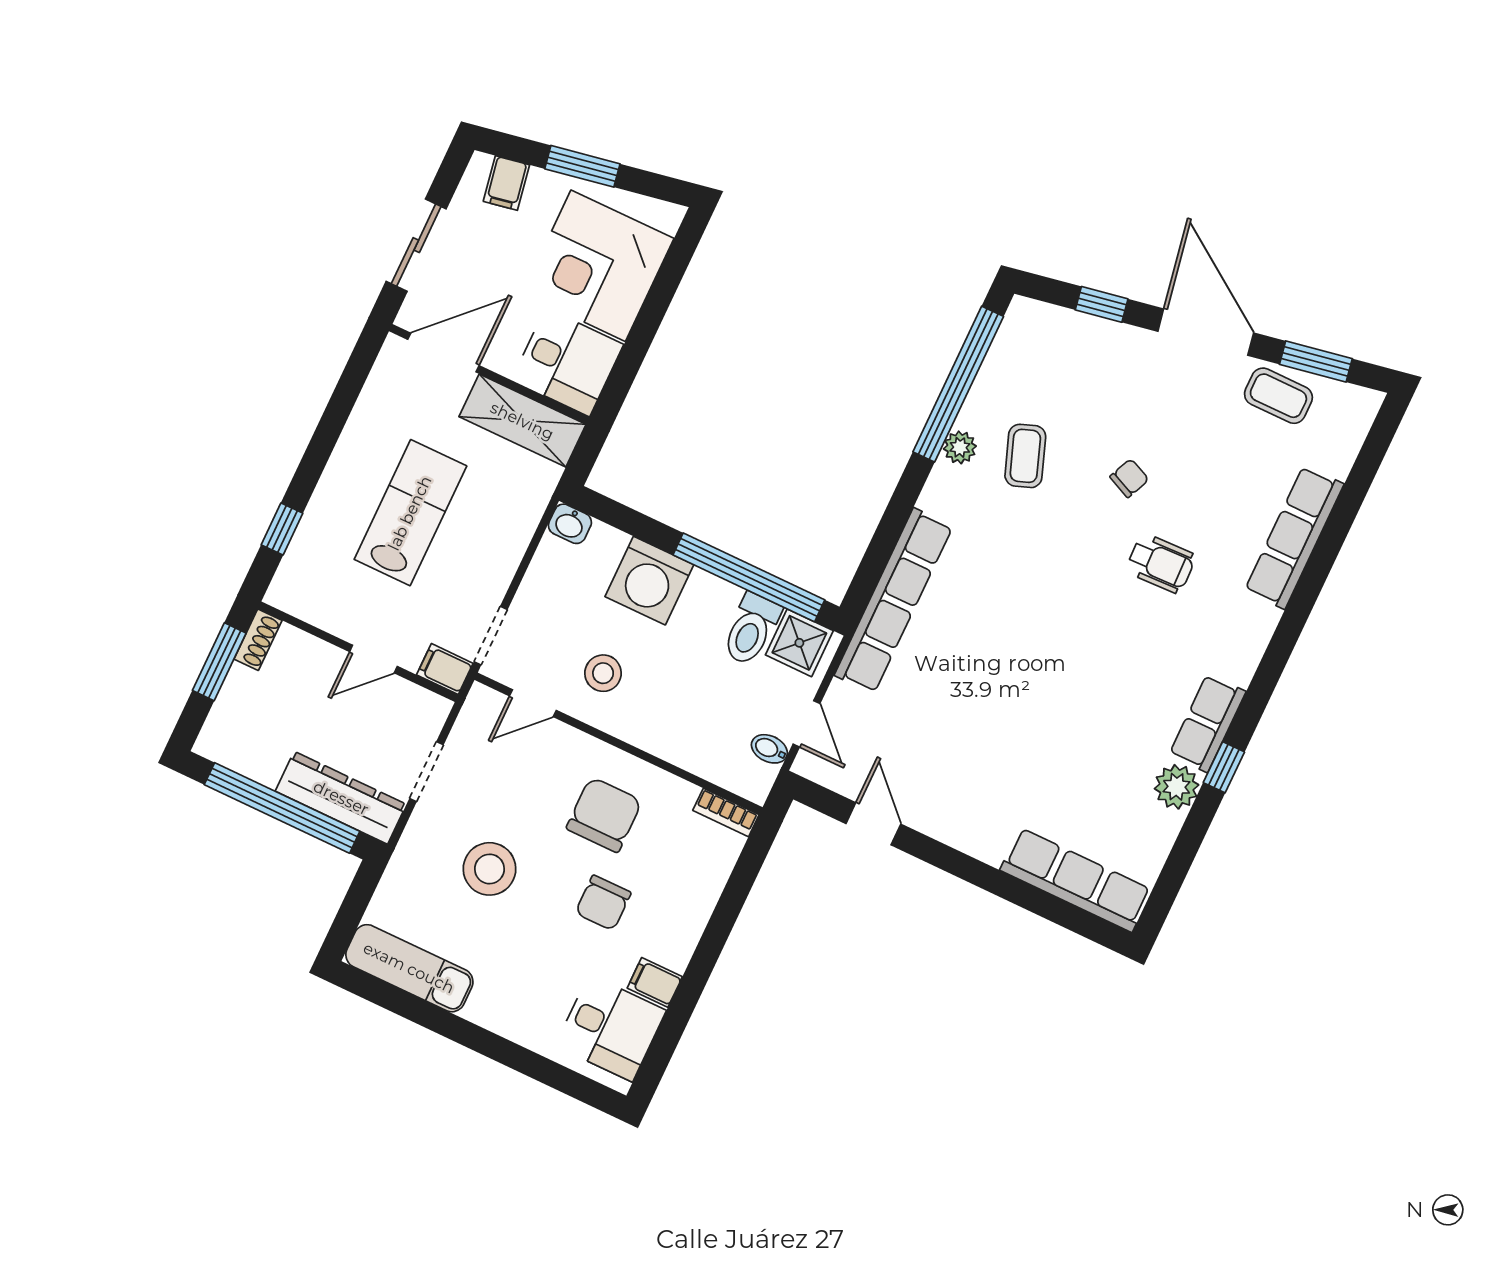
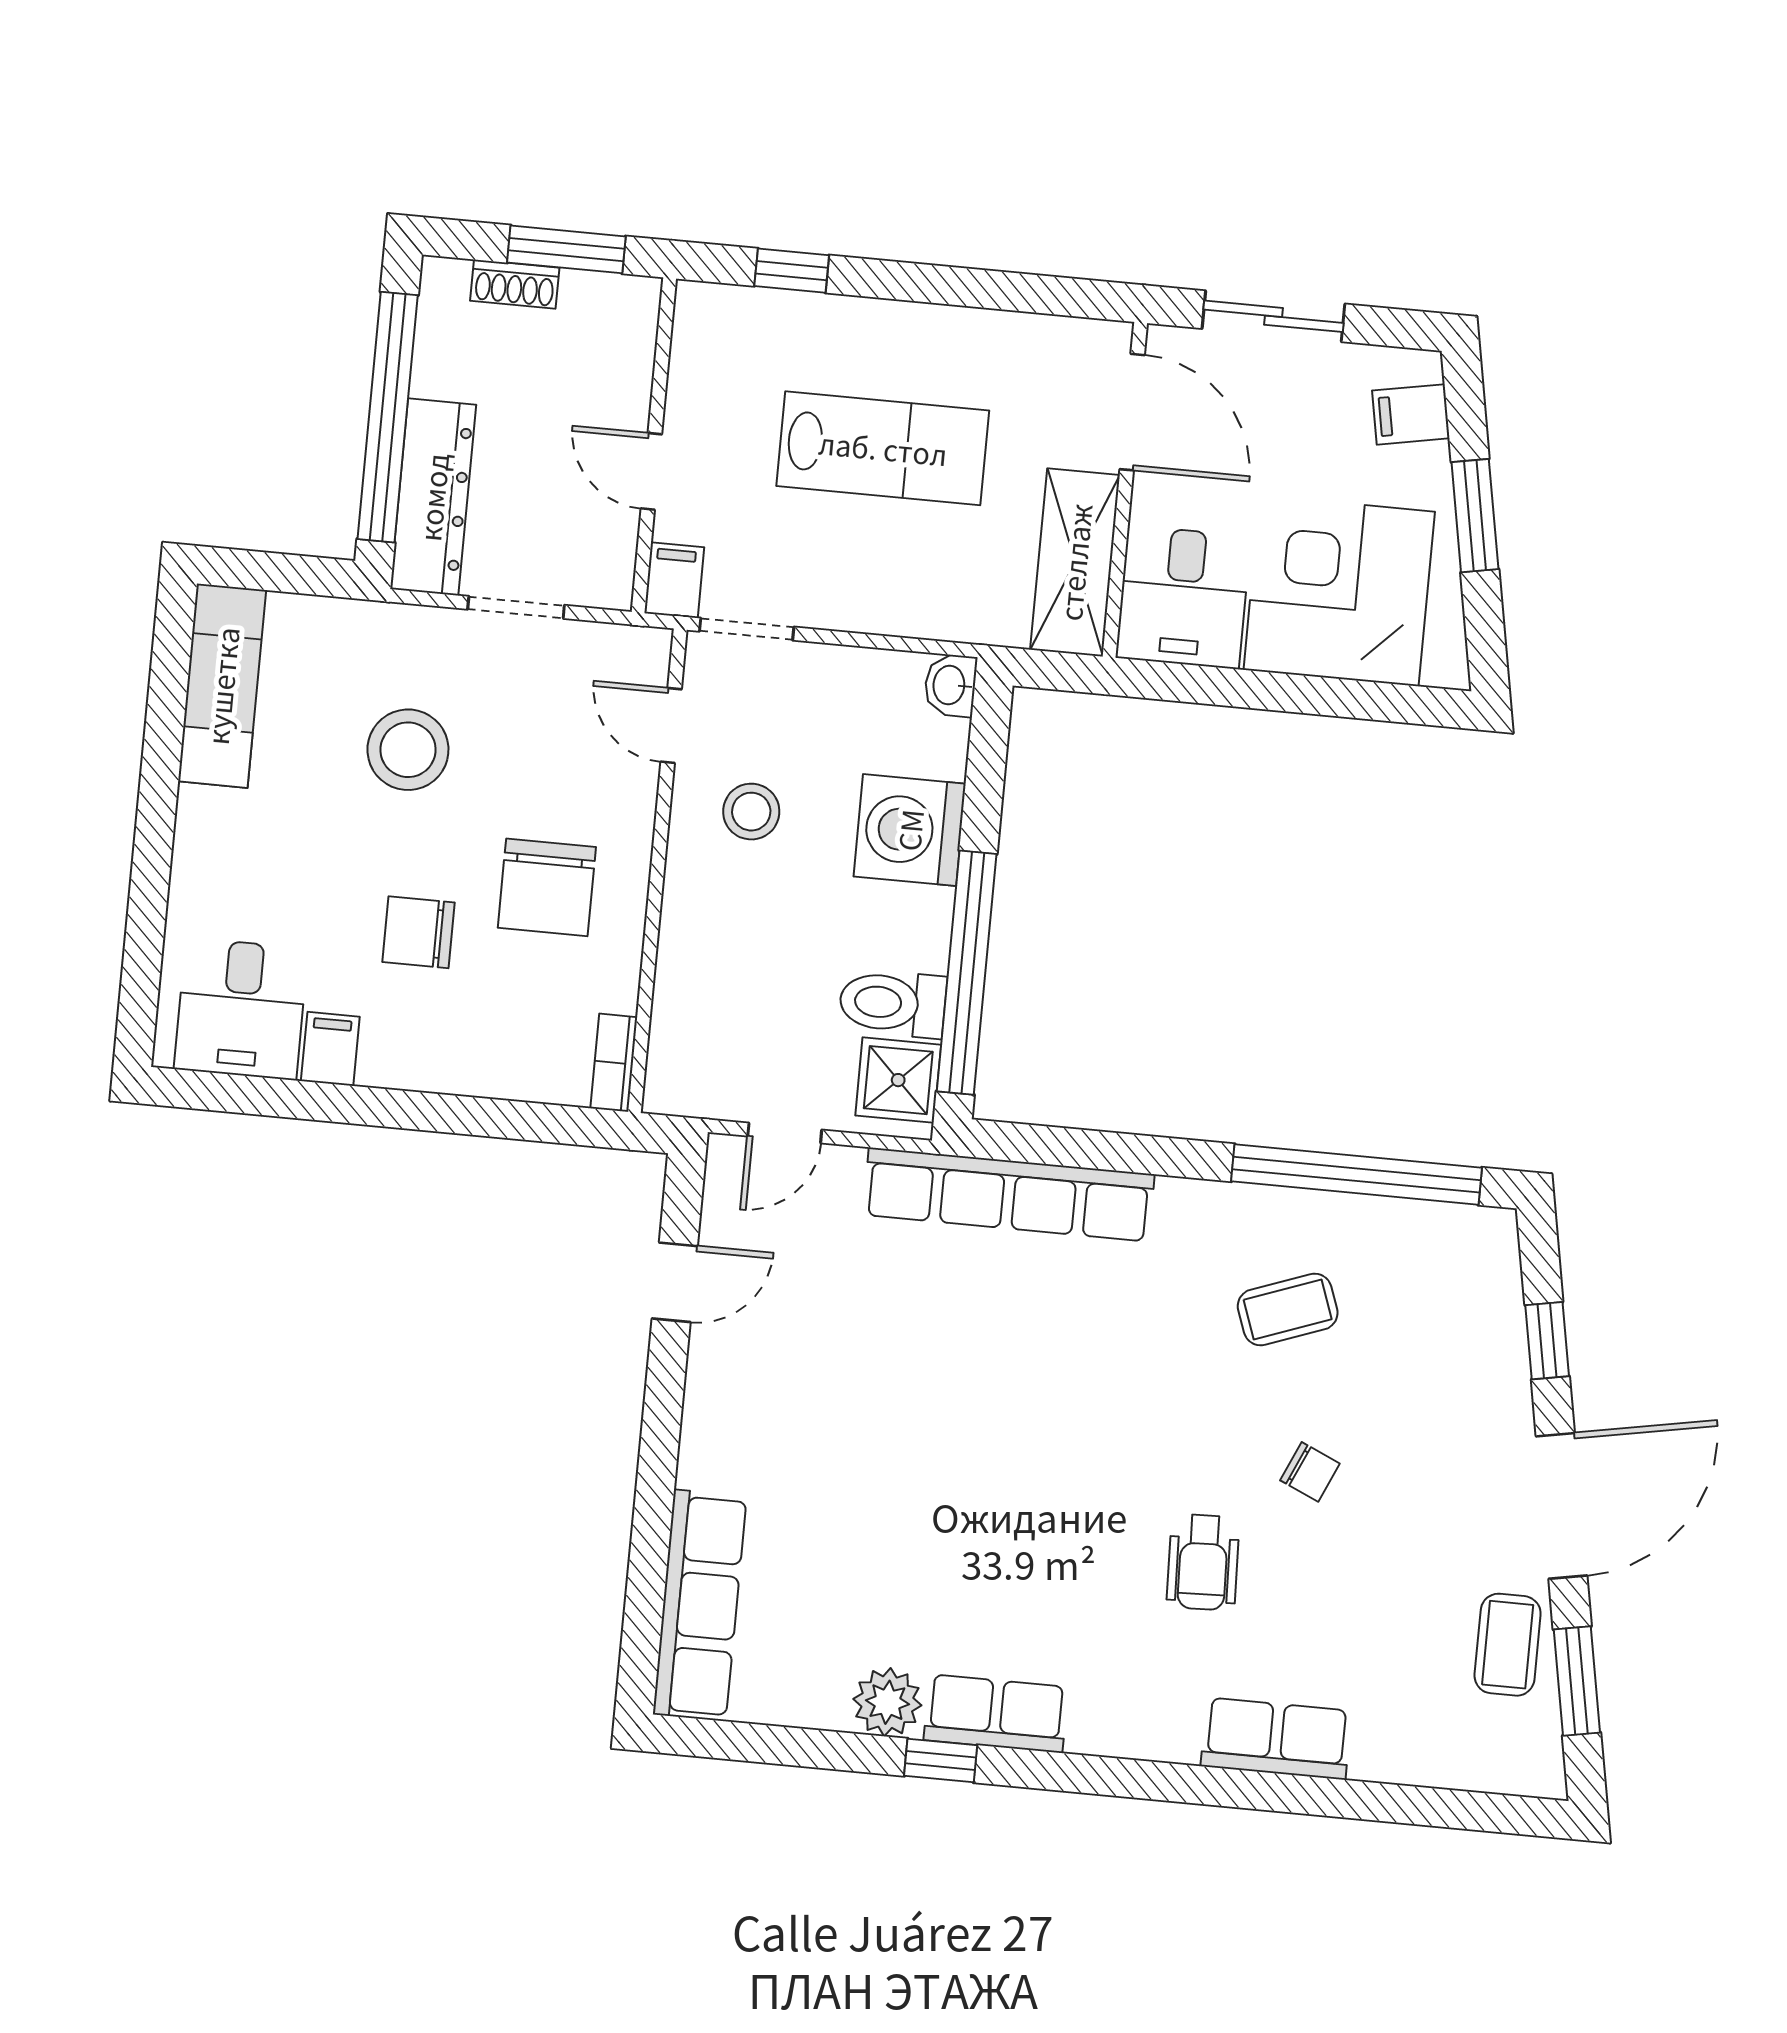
plant: (960, 447) -> (1266, 1210), removed
row of seats: (1294, 537) -> (1276, 1739), width x0.68
shoe rack: (258, 640) -> (515, 284), moved
bidet: (769, 749) -> (729, 1092), removed
chair: (604, 815) -> (547, 887), turned 90

